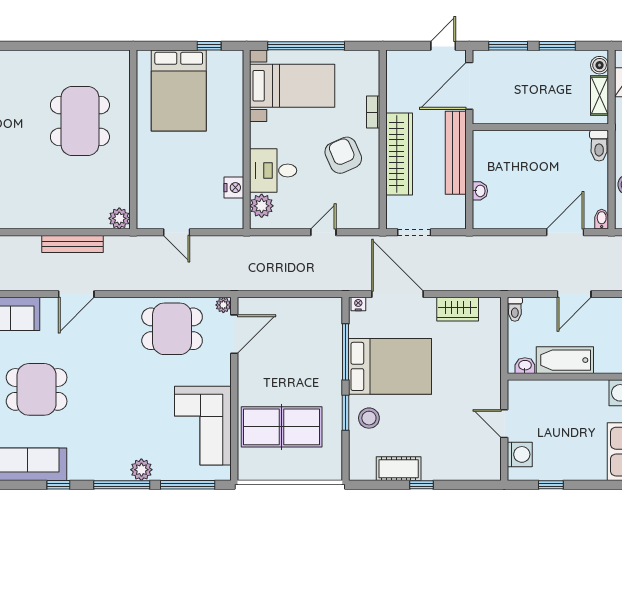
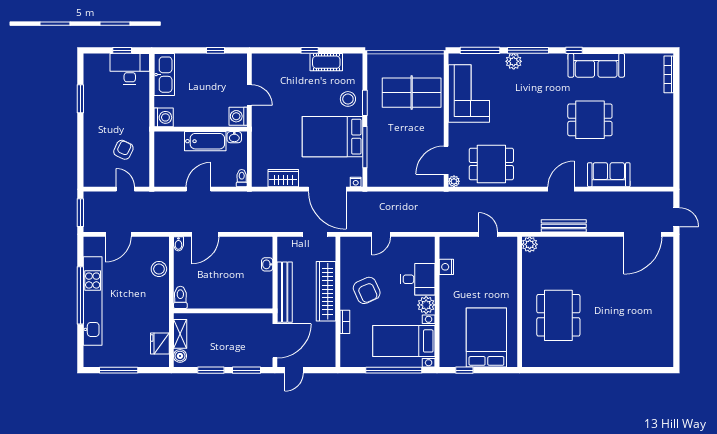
plant: (262, 206) -> (426, 305), moved
washing machine: (520, 454) -> (238, 116), moved

